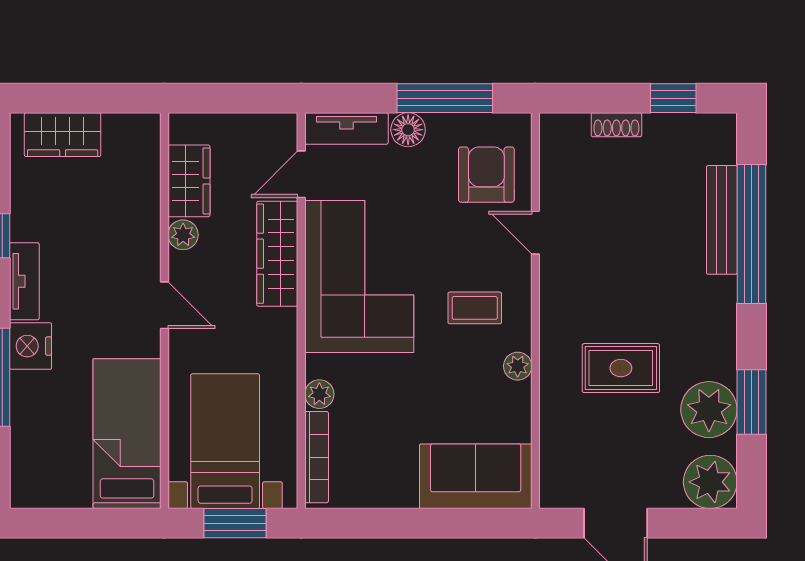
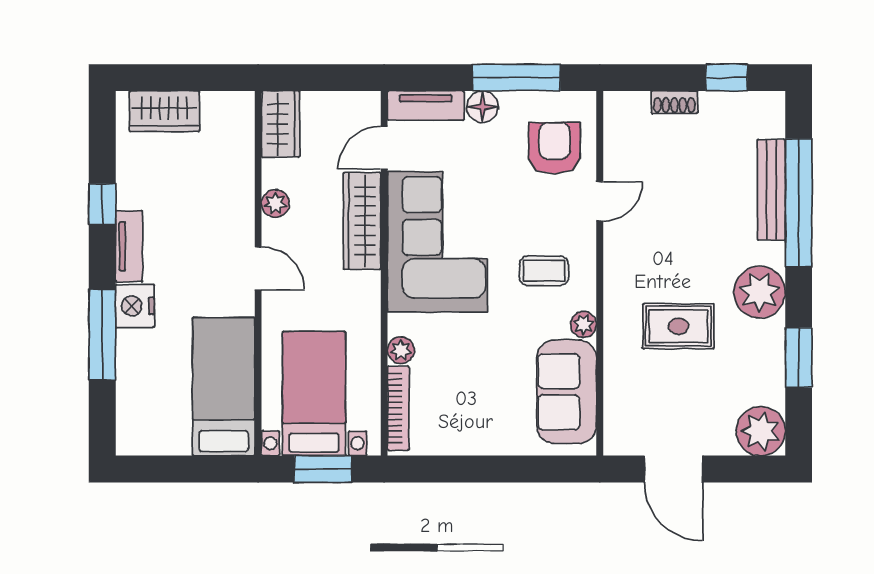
wardrobe: (189, 181) -> (281, 124), moved
door: (535, 233) -> (600, 201), swing flipped
plant: (709, 410) -> (760, 292), moved
sofa: (476, 476) -> (567, 392), moved, turned -90

